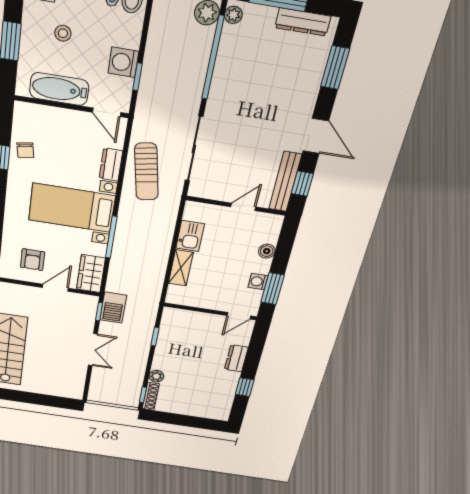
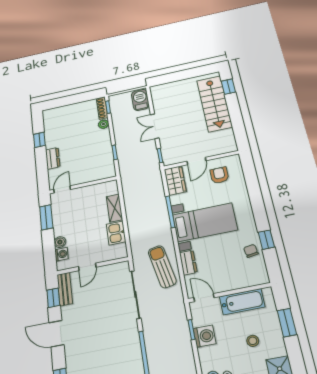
bench: (285, 182) -> (65, 289), width x0.73
washing machine: (258, 282) -> (61, 254), moved
barbecue: (113, 308) -> (140, 100), moved

